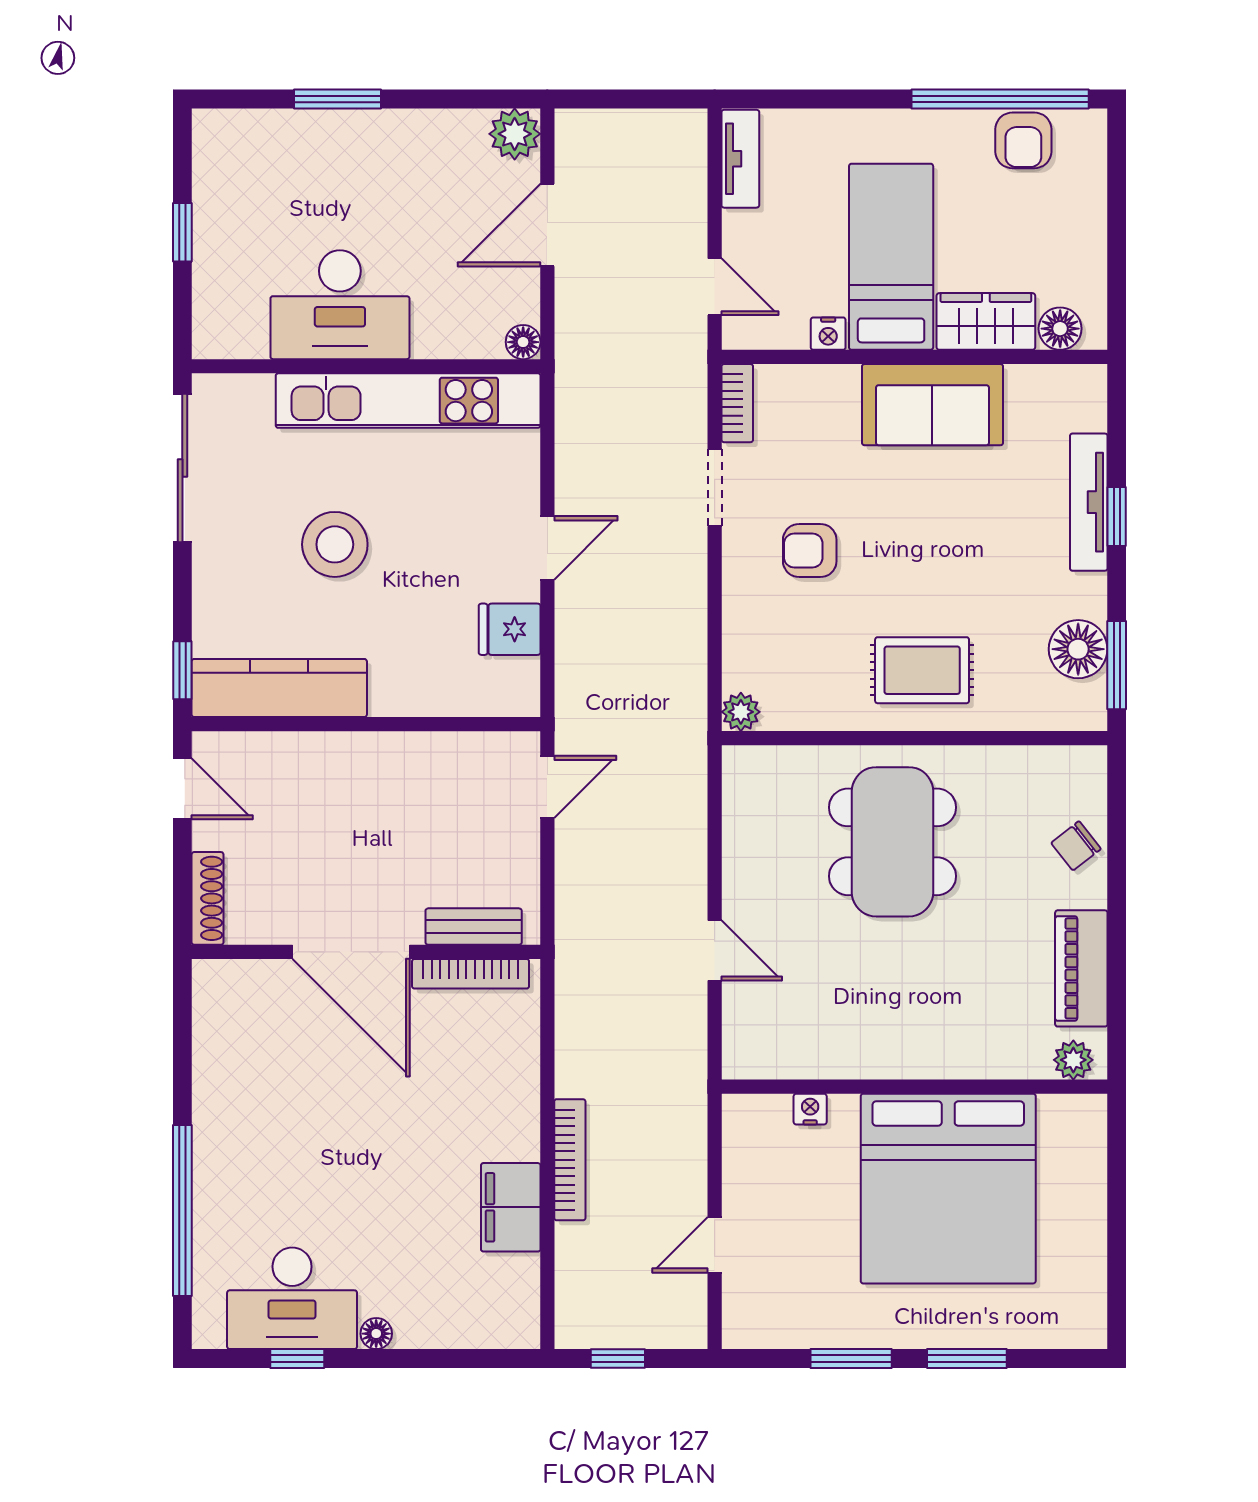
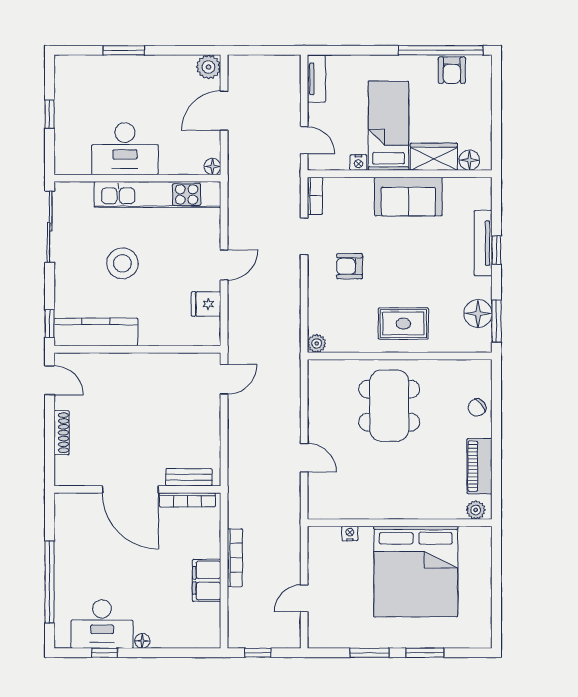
bench: (474, 927) -> (189, 477), moved
door: (351, 952) -> (130, 489), moved
wall: (366, 952) -> (137, 489), moved
bookcase: (471, 974) -> (187, 500), moved

